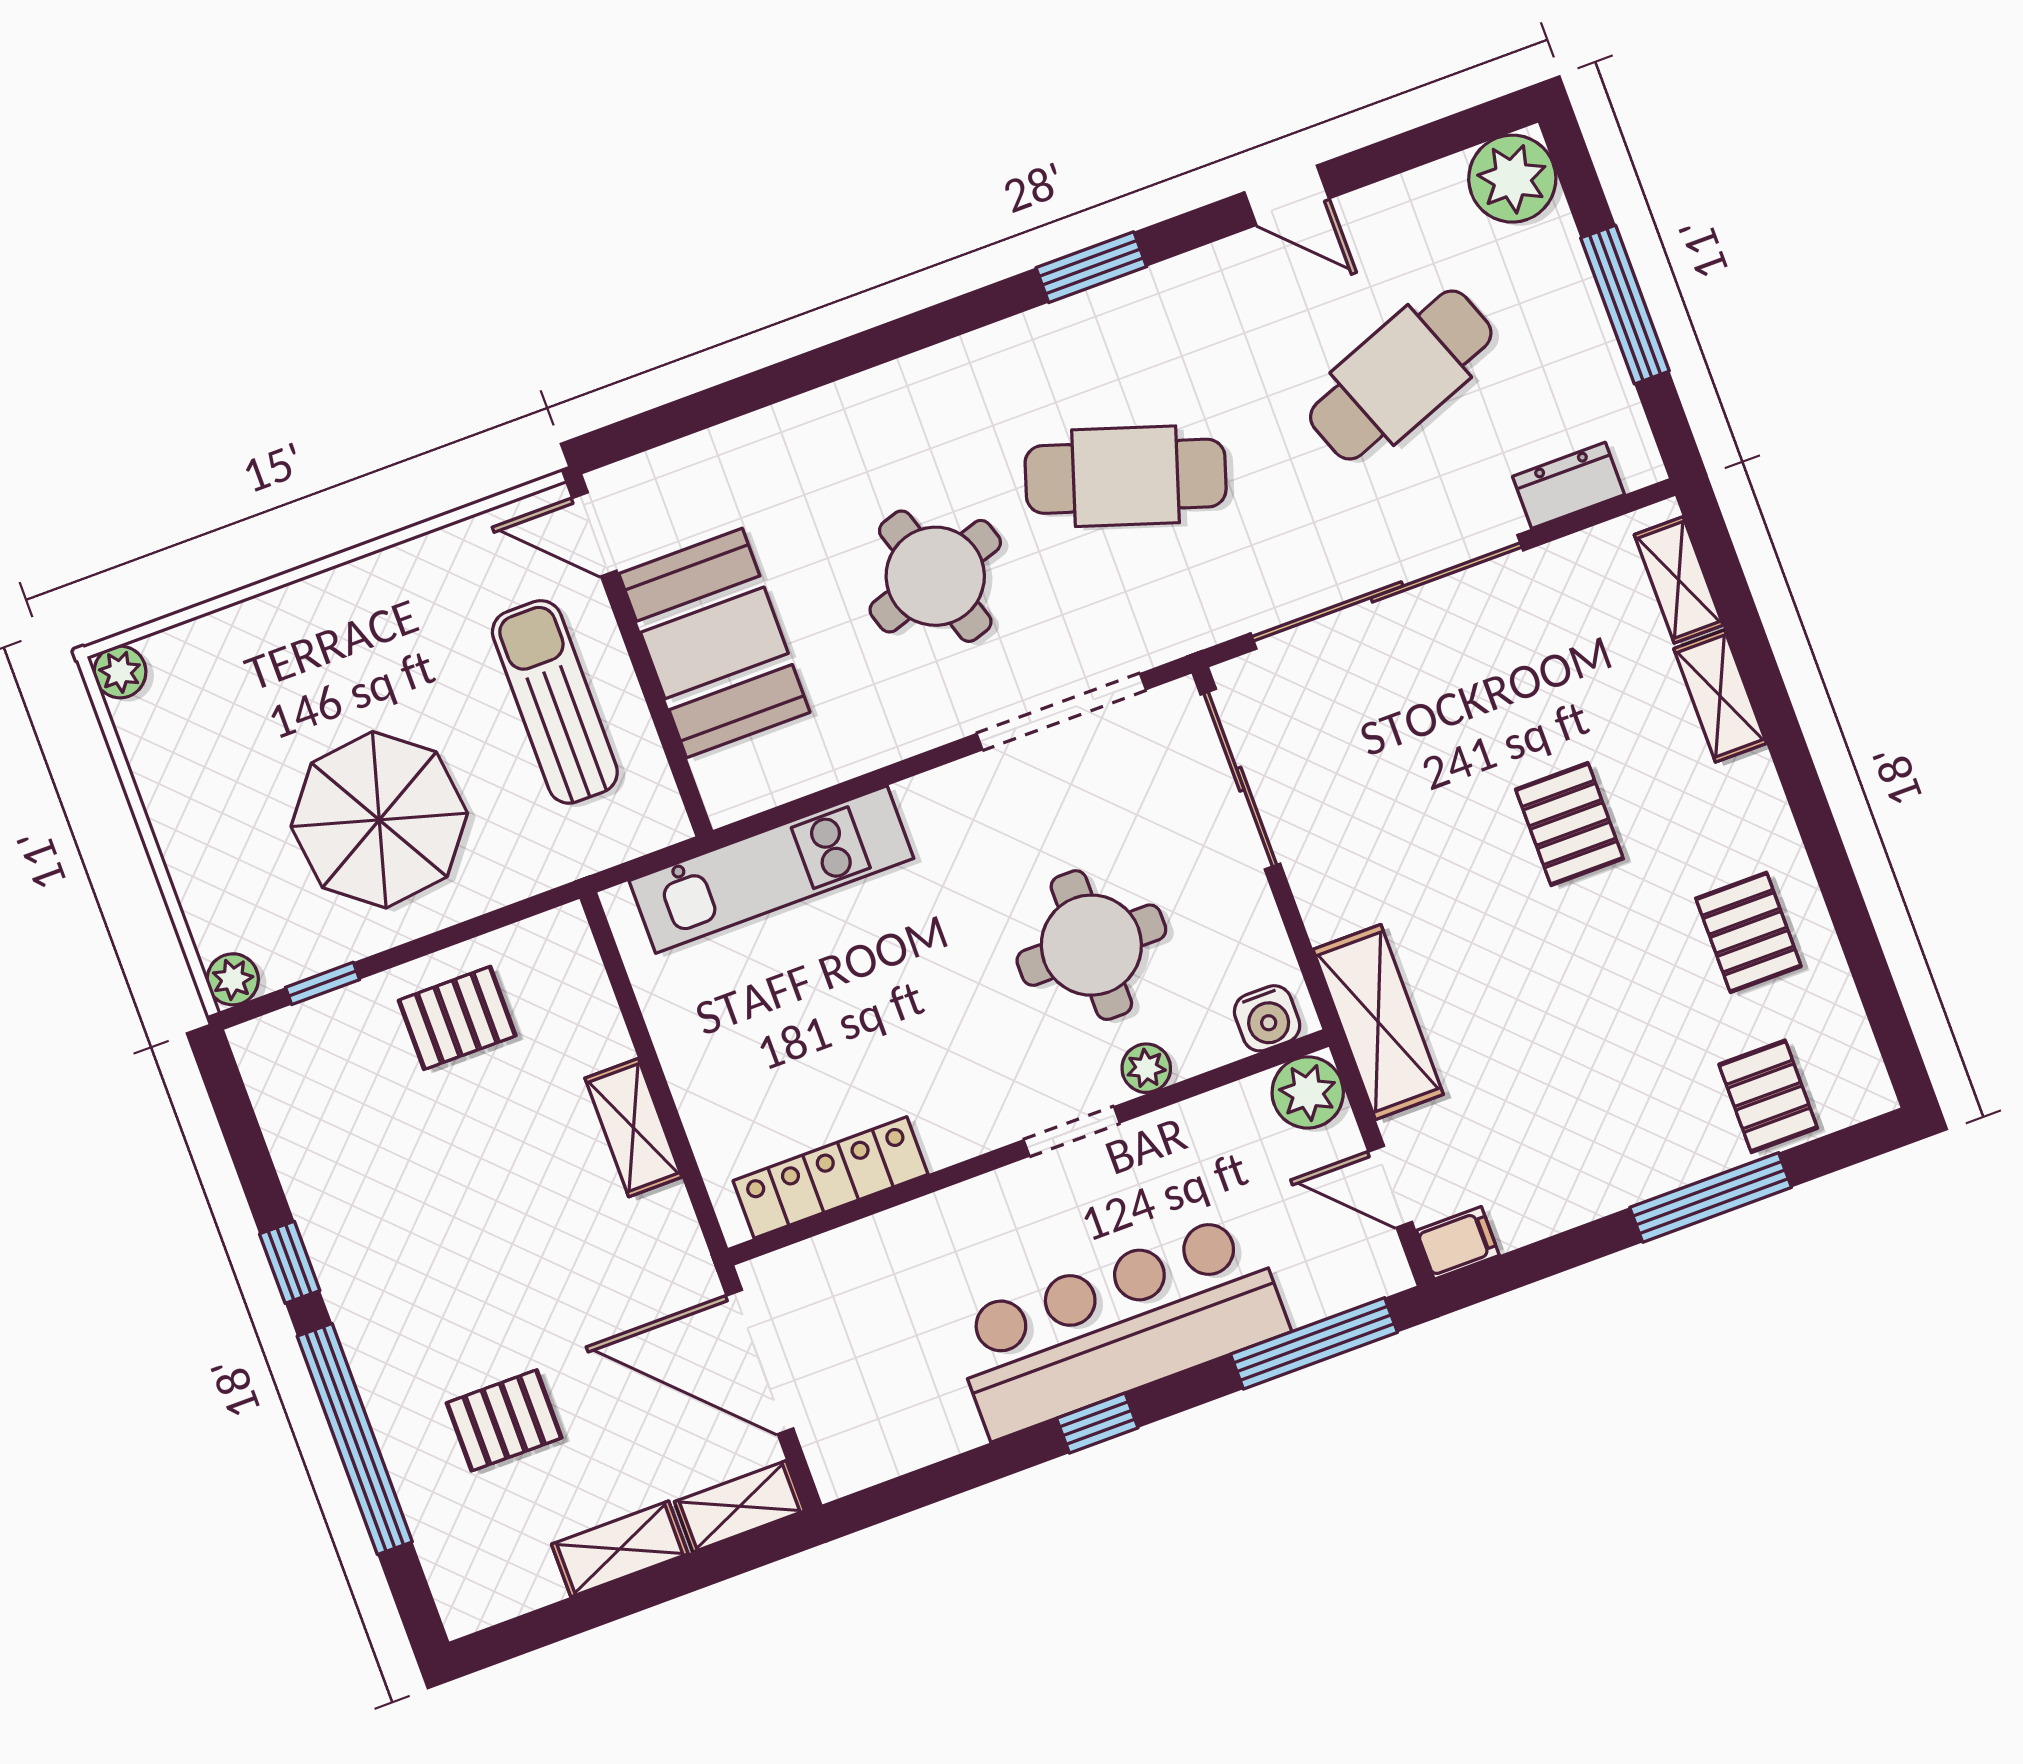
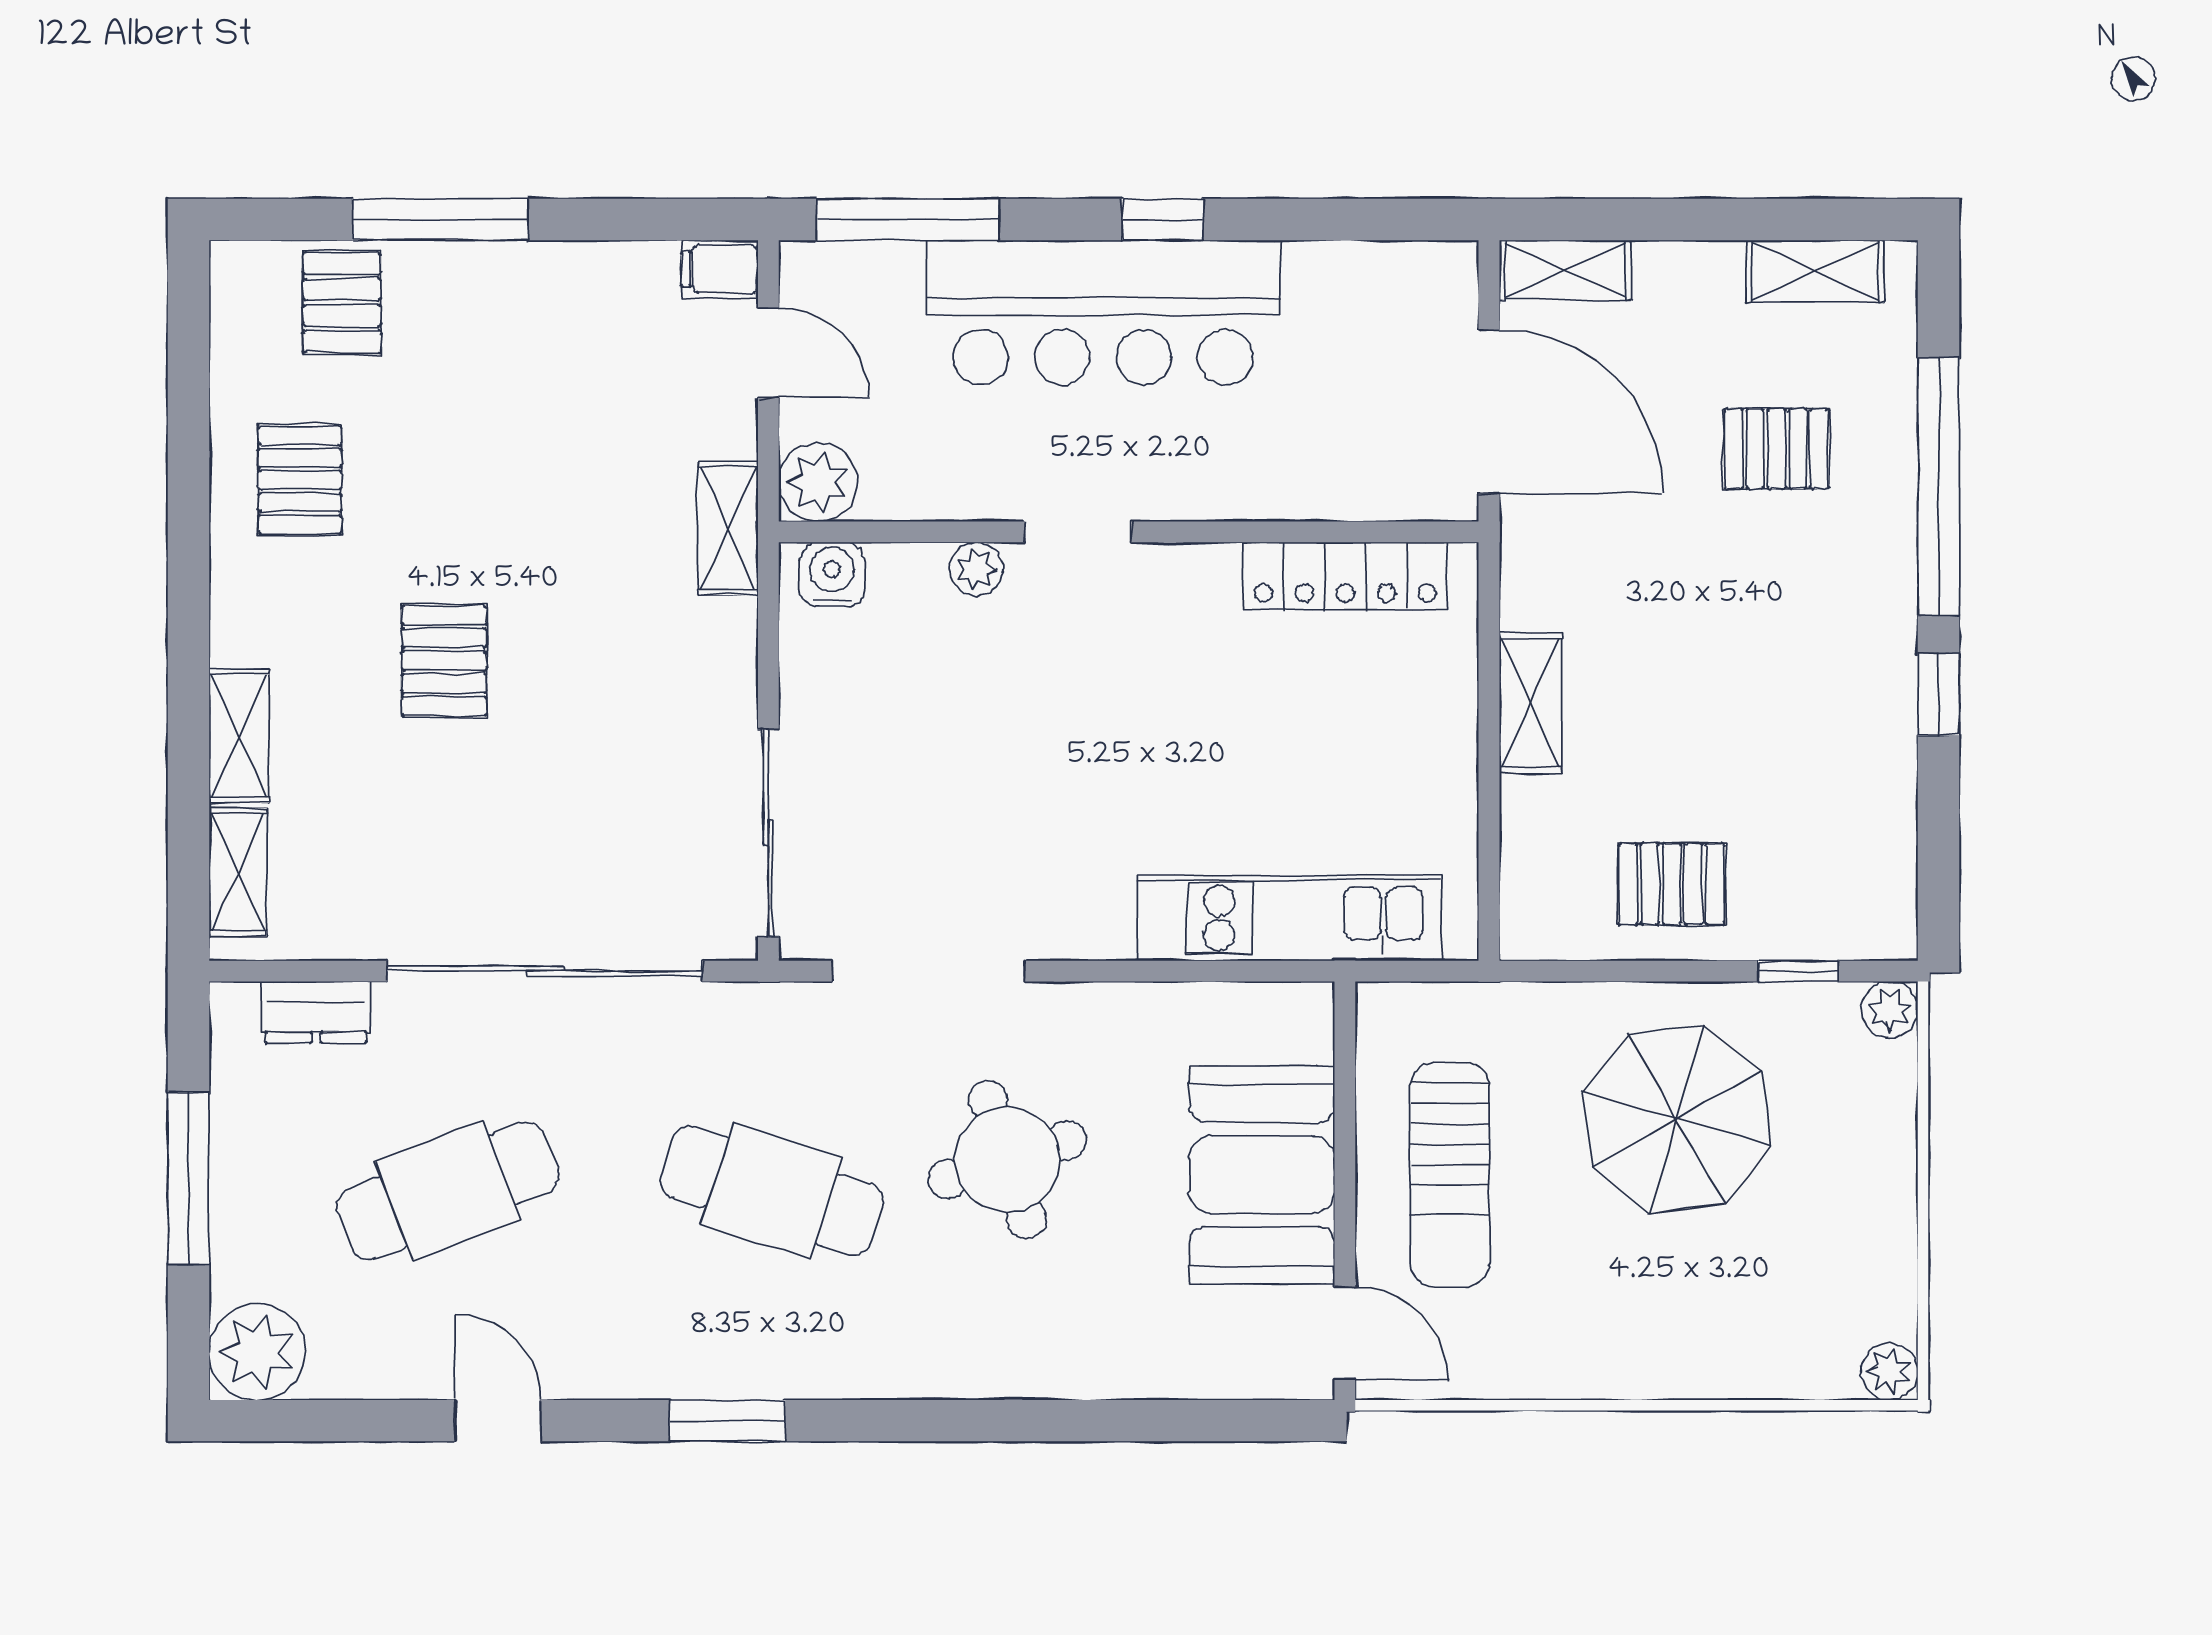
round table: (1091, 945) -> (986, 718), removed
shelving: (1378, 1022) -> (728, 528), width x0.67, depth x0.75
shelving: (620, 1549) -> (1815, 271), moved

